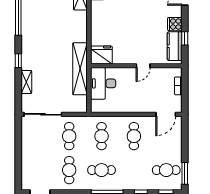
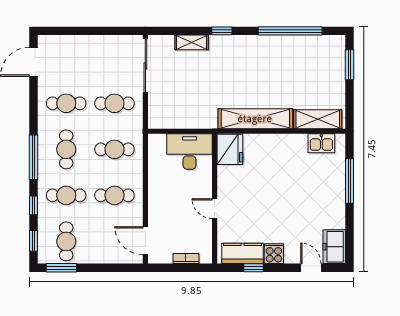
shelving: (80, 69) -> (255, 119), moved
cafe table: (134, 170) -> (66, 195), added

